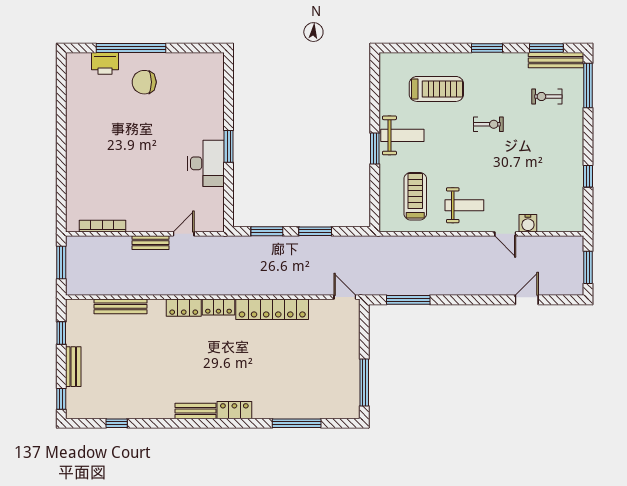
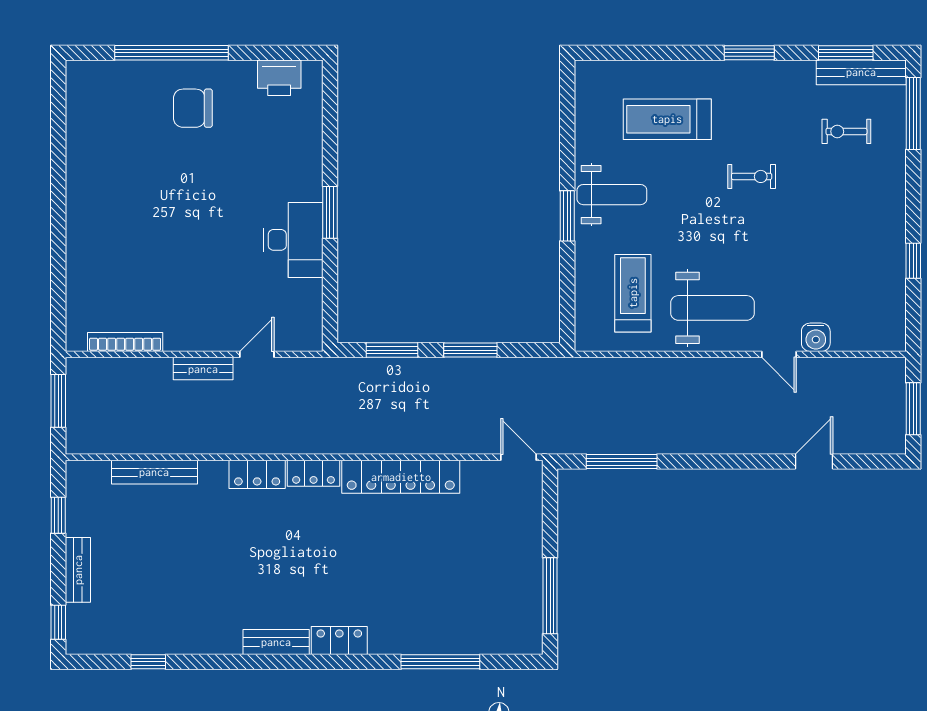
printer: (105, 63) -> (279, 78), moved
treadmill: (436, 89) -> (667, 119), turned 180
weight bench: (464, 205) -> (713, 308), width x1.36, depth x1.33

